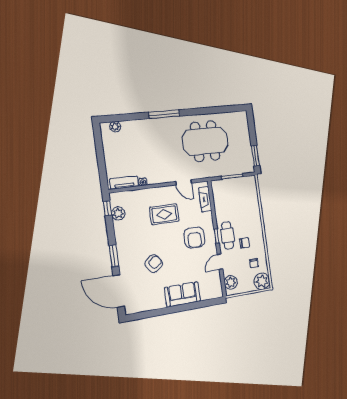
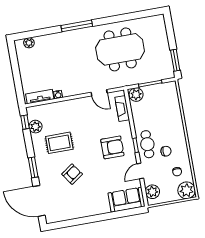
plant: (219, 186) -> (136, 95), added
rug: (164, 214) -> (59, 143), moved
armchair: (194, 238) -> (112, 147), turned -90
sofa: (182, 294) -> (126, 200), moved

